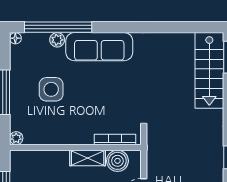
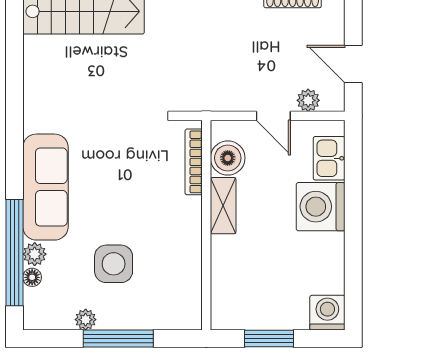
floor lamp: (15, 38) -> (32, 277), moved
plant: (16, 138) -> (86, 320), moved

